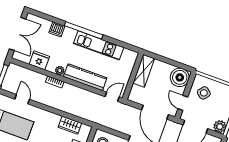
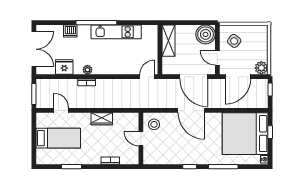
kitchen counter: (85, 77) -> (114, 67), removed
wardrobe: (70, 125) -> (102, 119), moved

